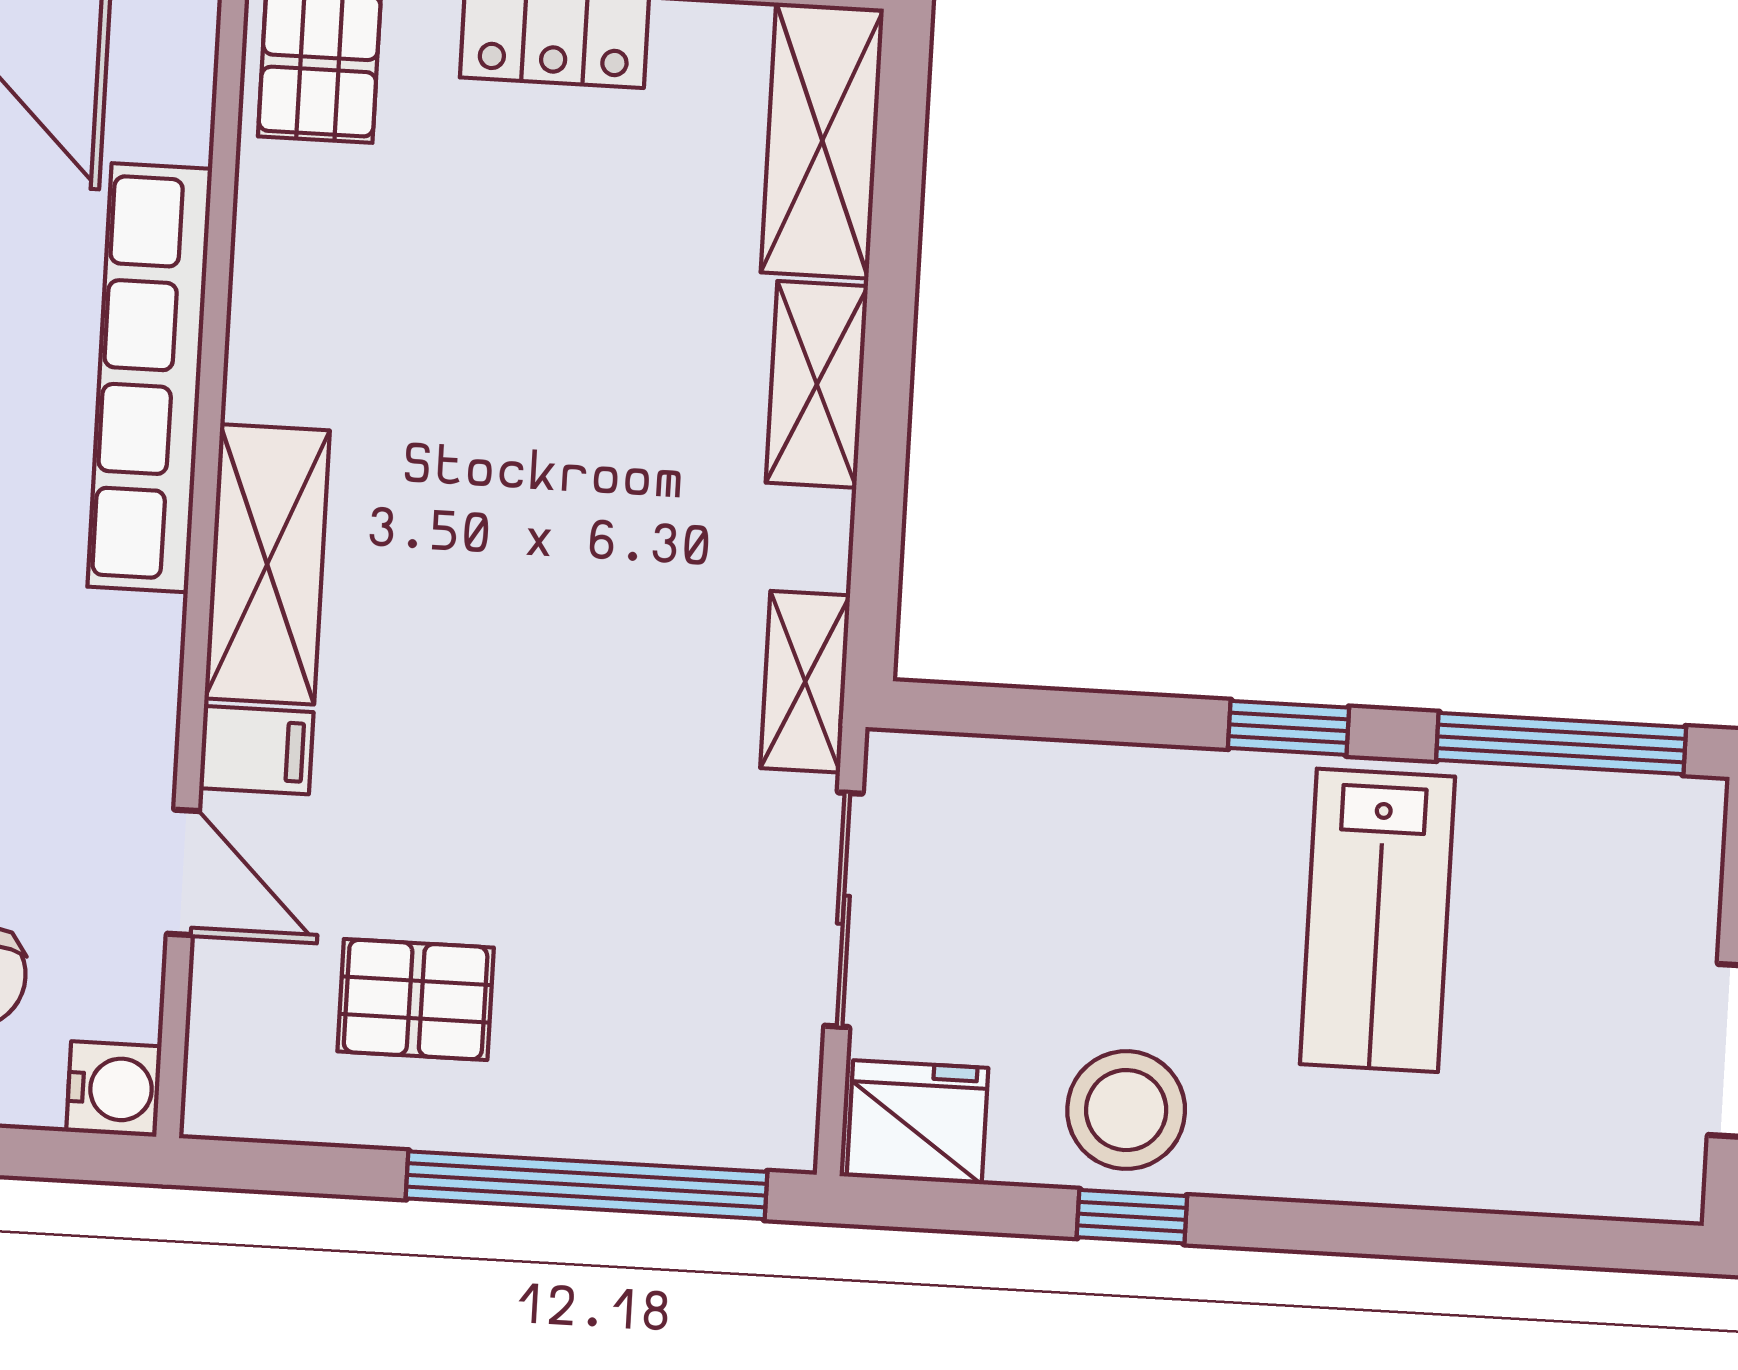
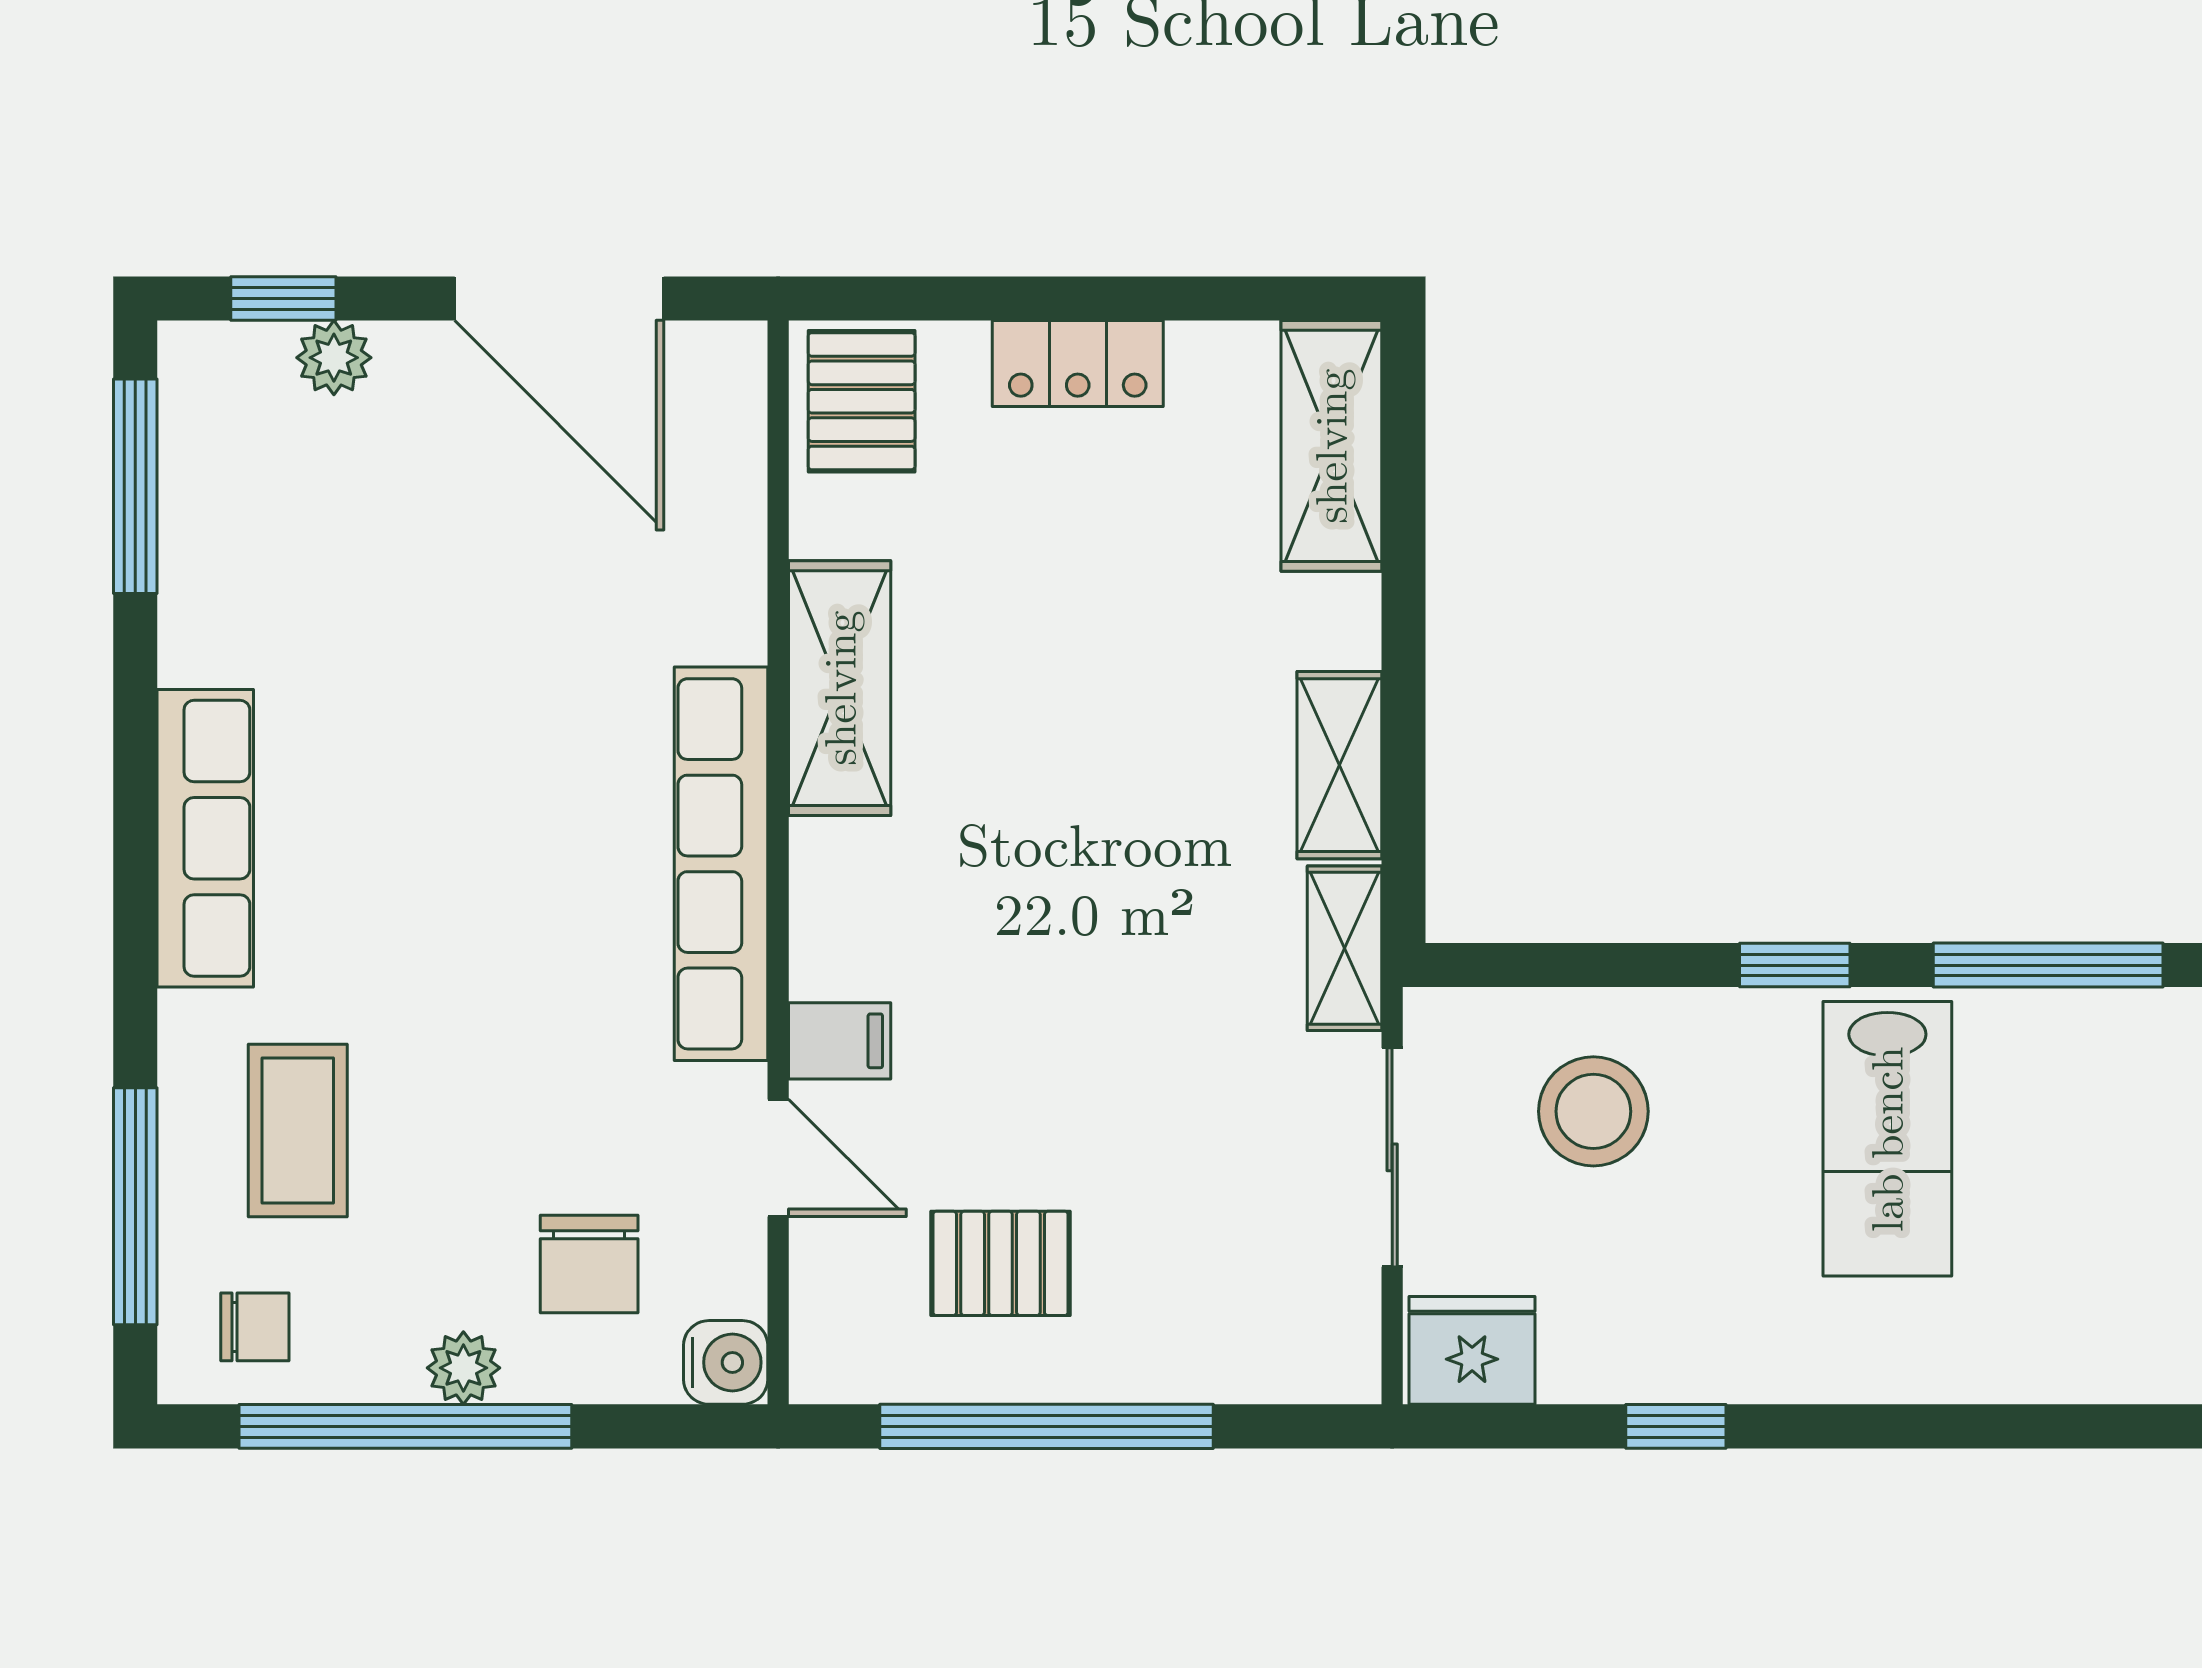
row of seats: (150, 378) -> (721, 864), moved
shelving: (817, 384) -> (1339, 765), moved
shelving: (267, 564) -> (840, 688), moved
stool: (1126, 1110) -> (1593, 1111), moved
window: (587, 1185) -> (1046, 1426), moved

